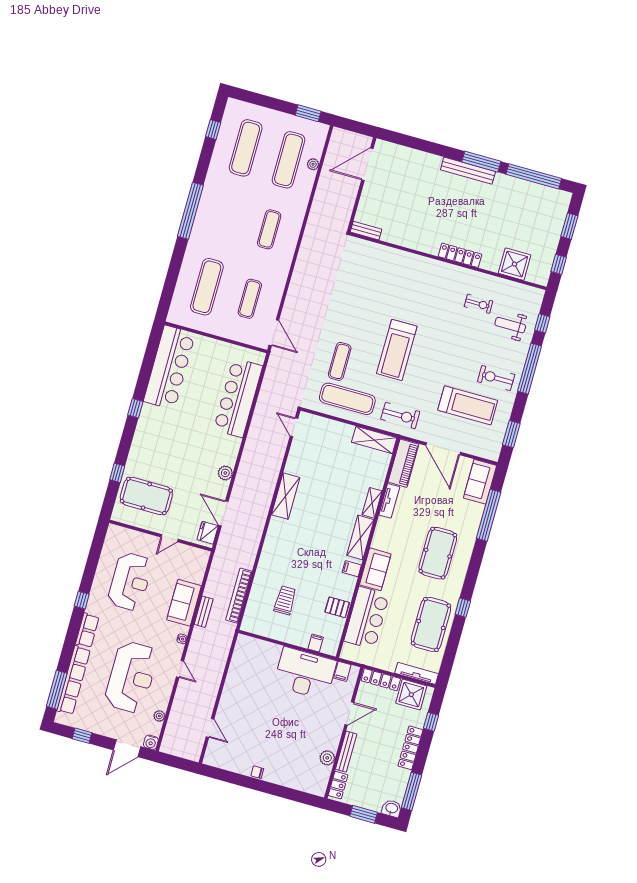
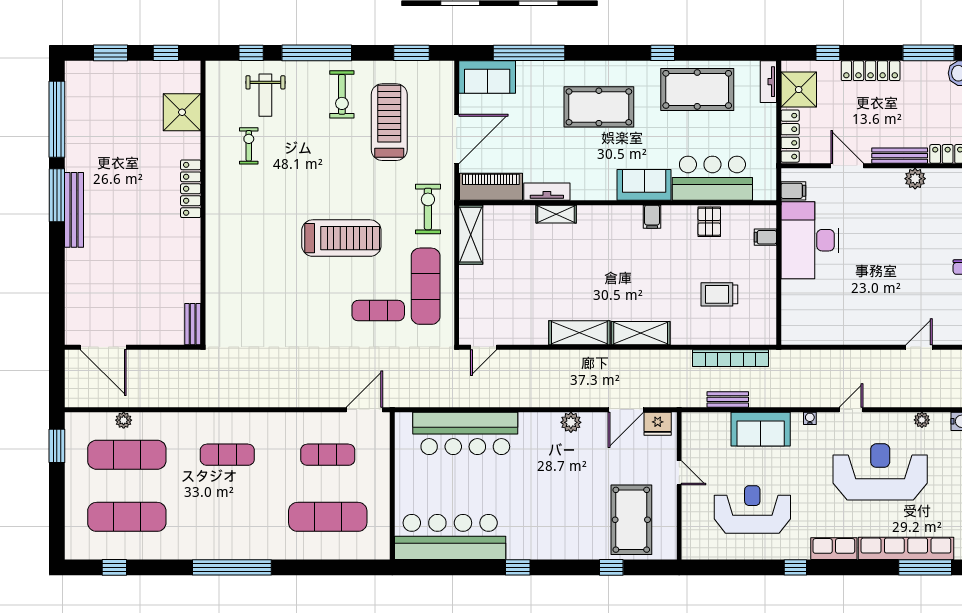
shelving: (360, 538) -> (641, 333), moved
bench: (204, 612) -> (728, 399), moved
tv unit: (417, 673) -> (768, 82), width x0.71

